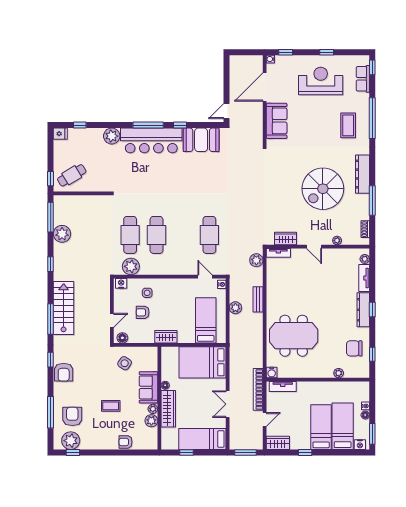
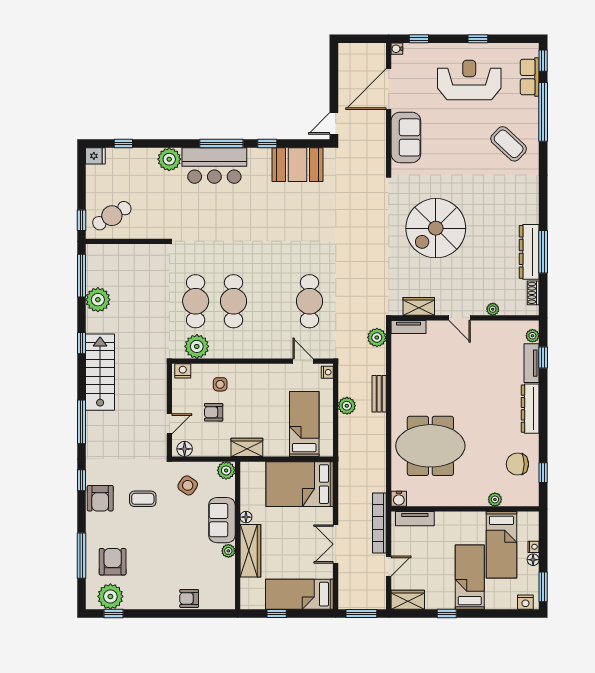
window: (372, 118) -> (543, 112), moved
coffee table: (348, 125) -> (509, 144), turned -47
bar counter: (151, 140) -> (214, 166), width x0.73
dresser: (362, 174) -> (529, 252), moved
spiral stairs: (323, 189) -> (436, 228), moved
stairs: (64, 308) -> (100, 372), moved
window: (372, 309) -> (543, 357), moved
coffee table: (111, 406) -> (143, 499), moved
plant: (151, 421) -> (226, 470), moved
bed: (343, 426) -> (501, 545), moved, turned 180

